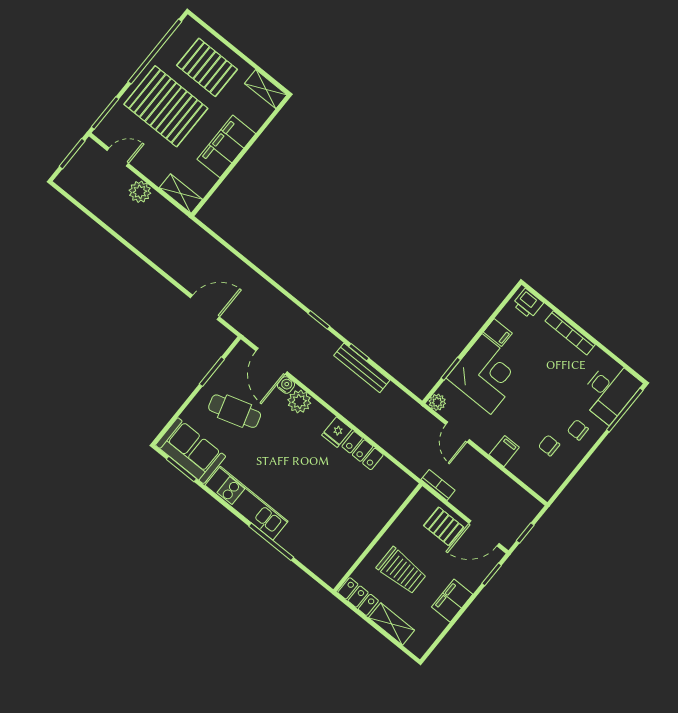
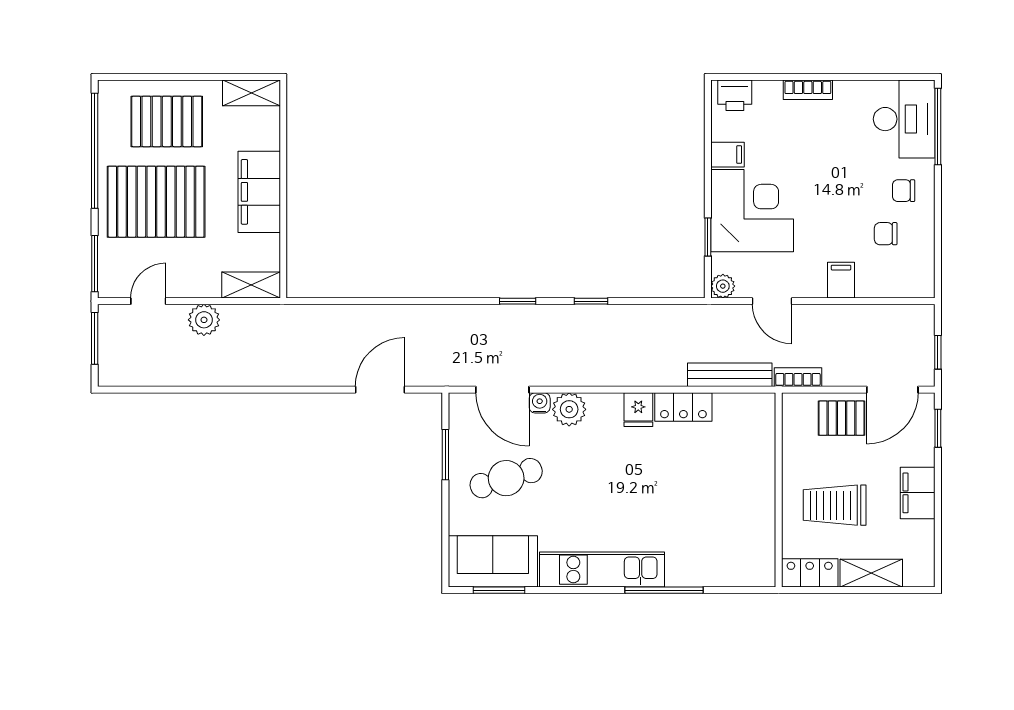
bookcase: (570, 333) -> (808, 90), width x0.64
bench: (362, 368) -> (730, 375), moved
trolley: (402, 571) -> (835, 505), turned 180

